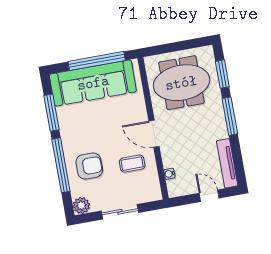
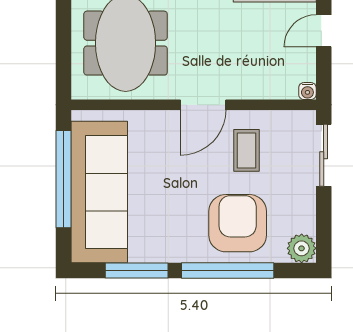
armchair: (89, 166) -> (238, 223), width x1.36, depth x1.36
water cooler: (169, 174) -> (307, 91), moved
sliding door: (120, 212) -> (324, 155), moved

